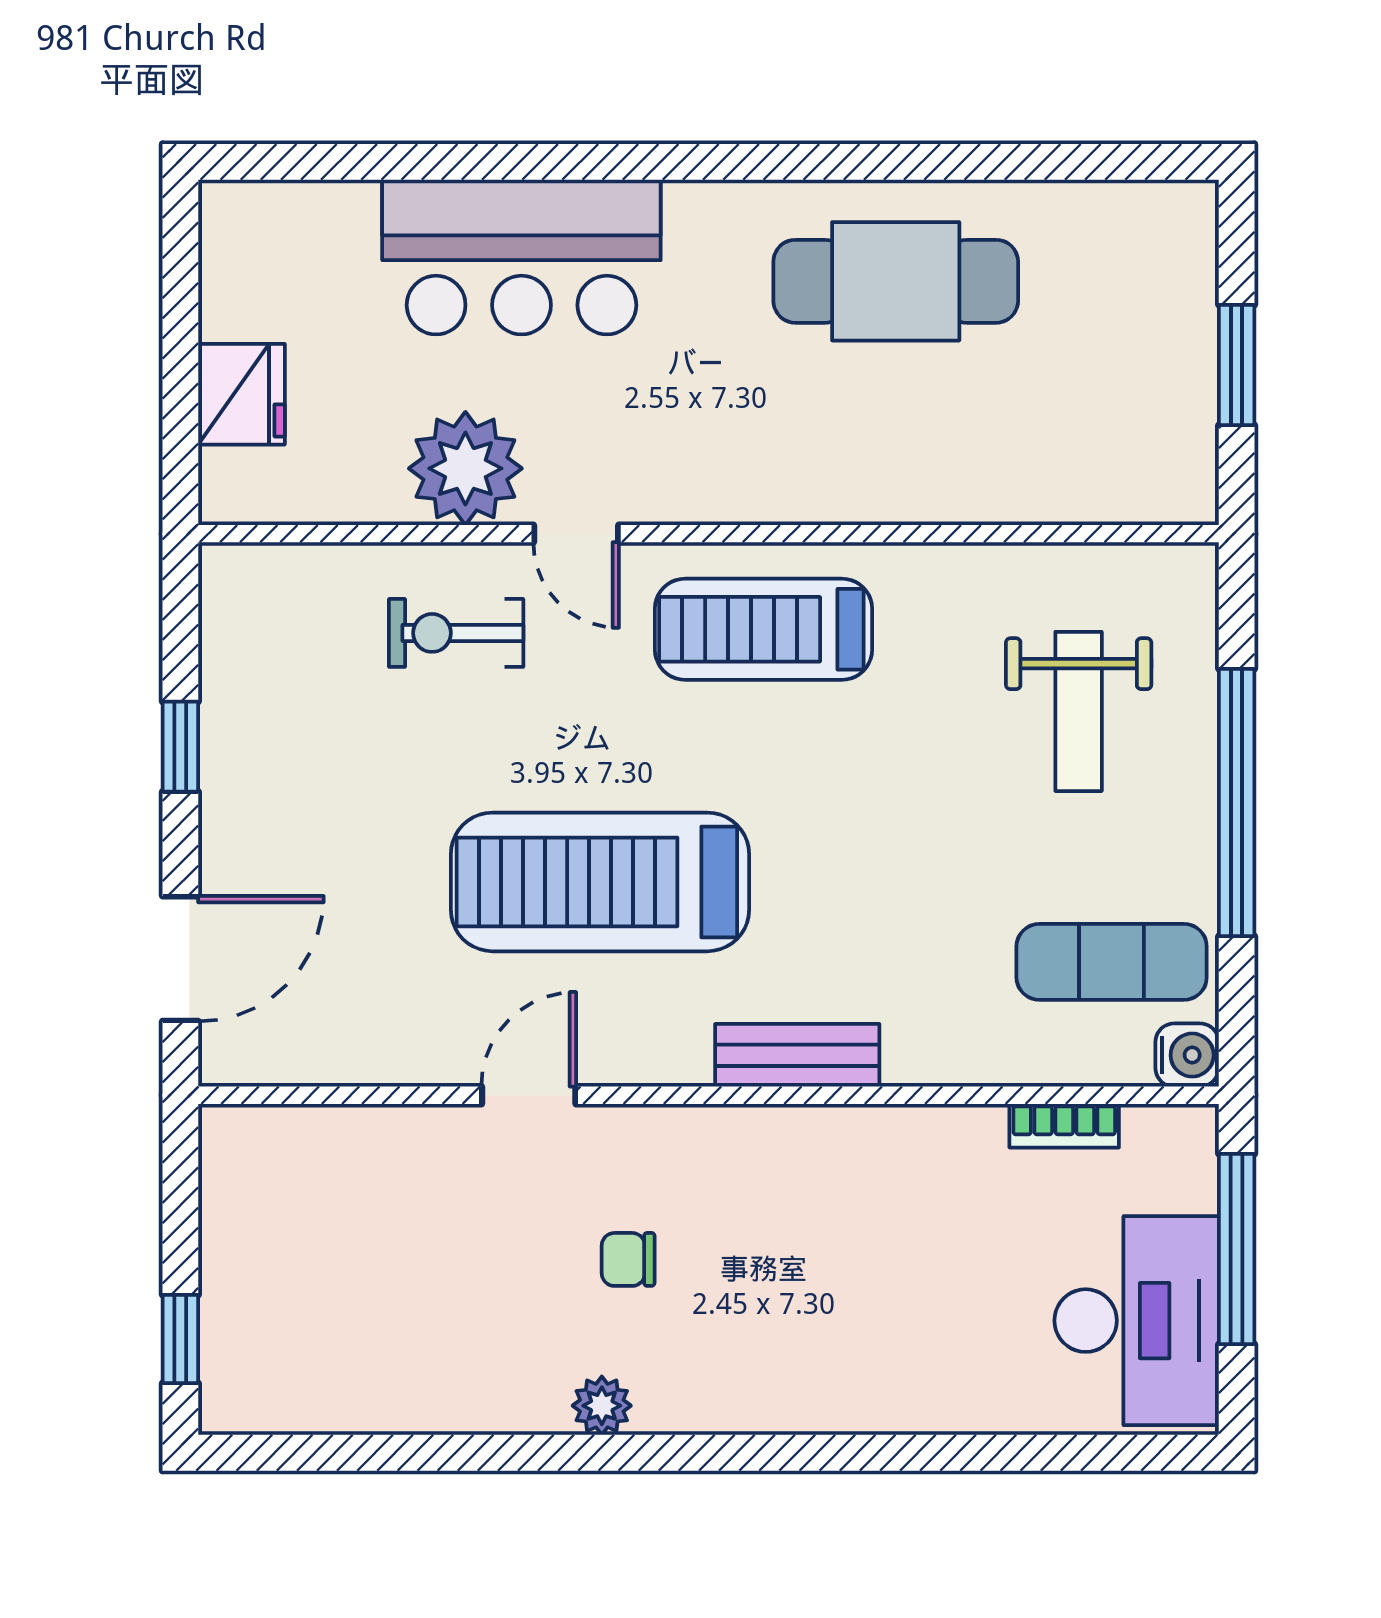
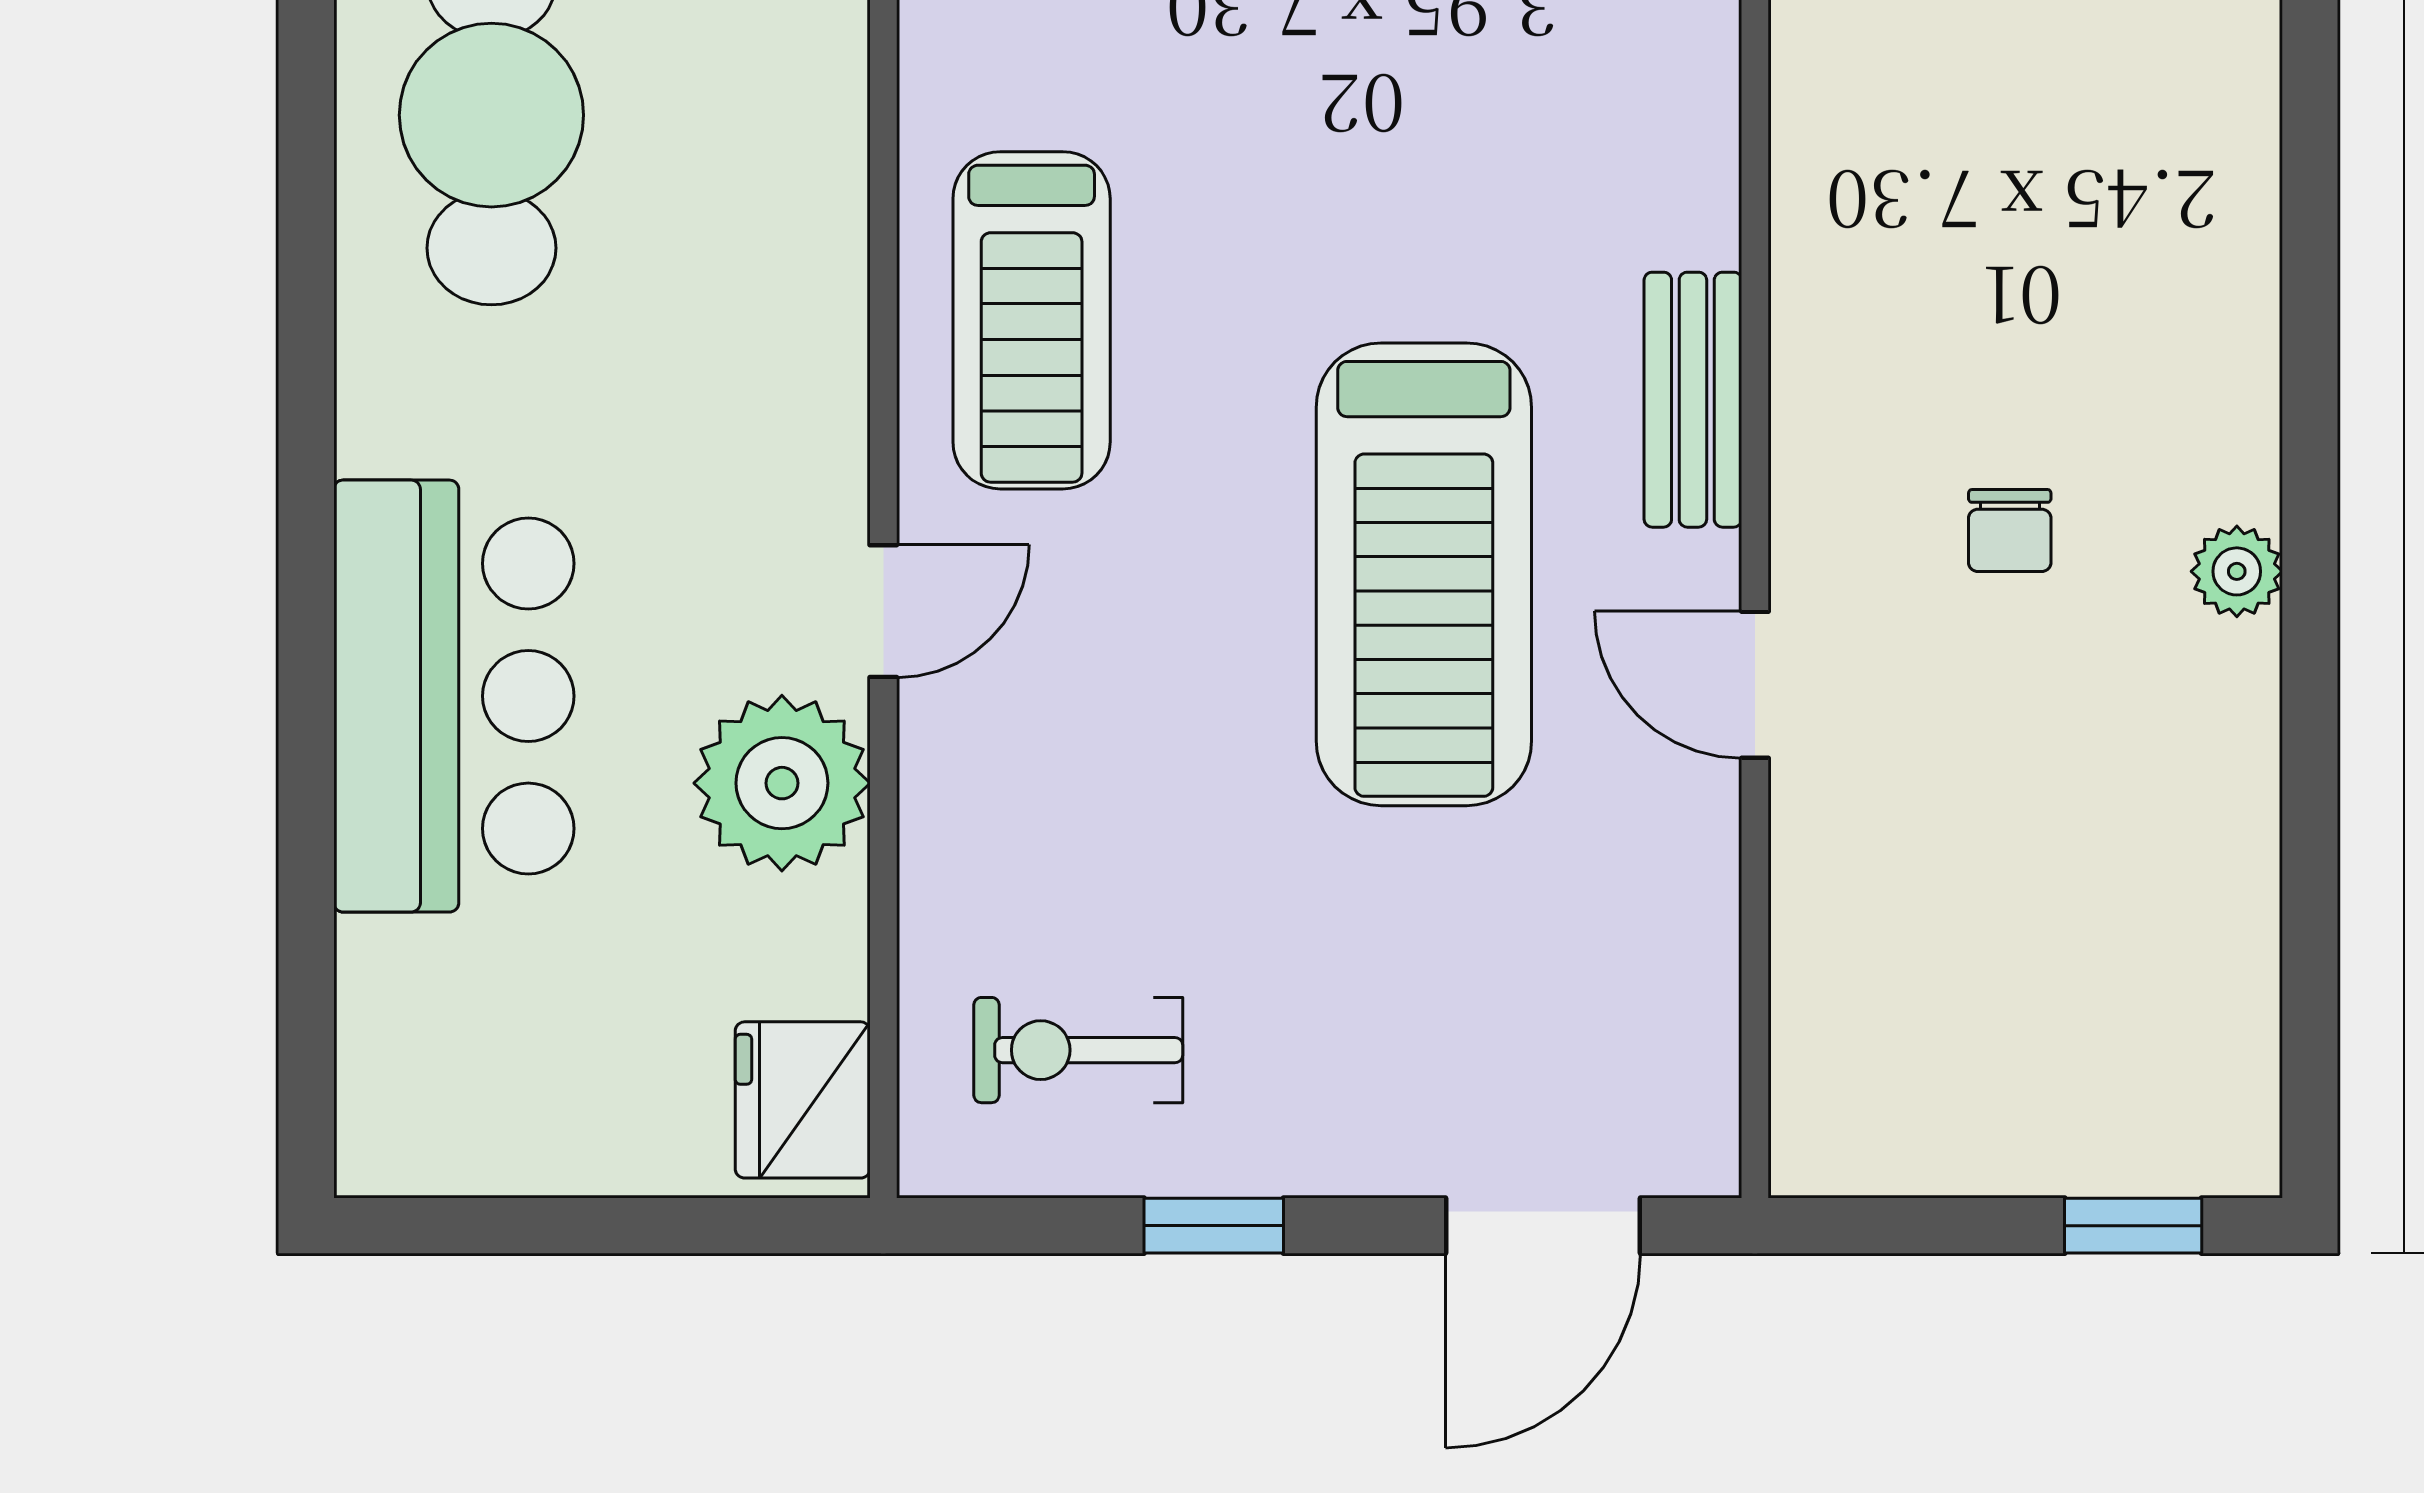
fridge: (241, 394) -> (803, 1100), moved, turned -90
exercise bike: (456, 633) -> (1078, 1050), moved, turned 90
door: (180, 959) -> (1543, 1226), swing flipped
bench: (797, 1055) -> (1693, 400), moved

